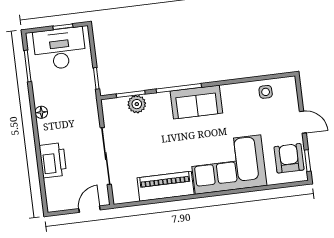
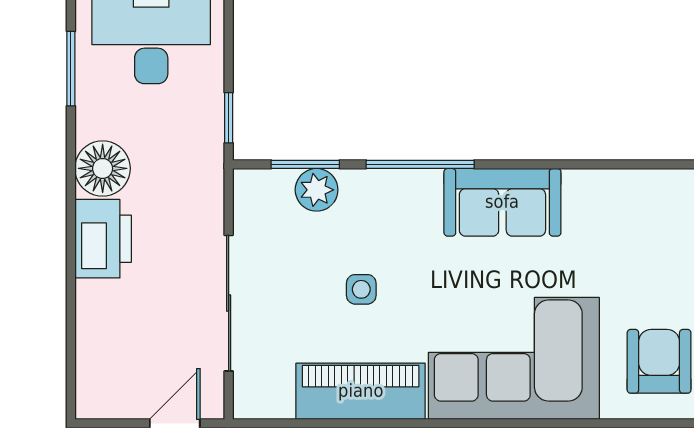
side table: (266, 92) -> (361, 289), moved
sofa: (196, 102) -> (502, 202), moved
floor lamp: (41, 112) -> (103, 168), width x1.89, depth x1.89
printer: (53, 160) -> (103, 239), moved

